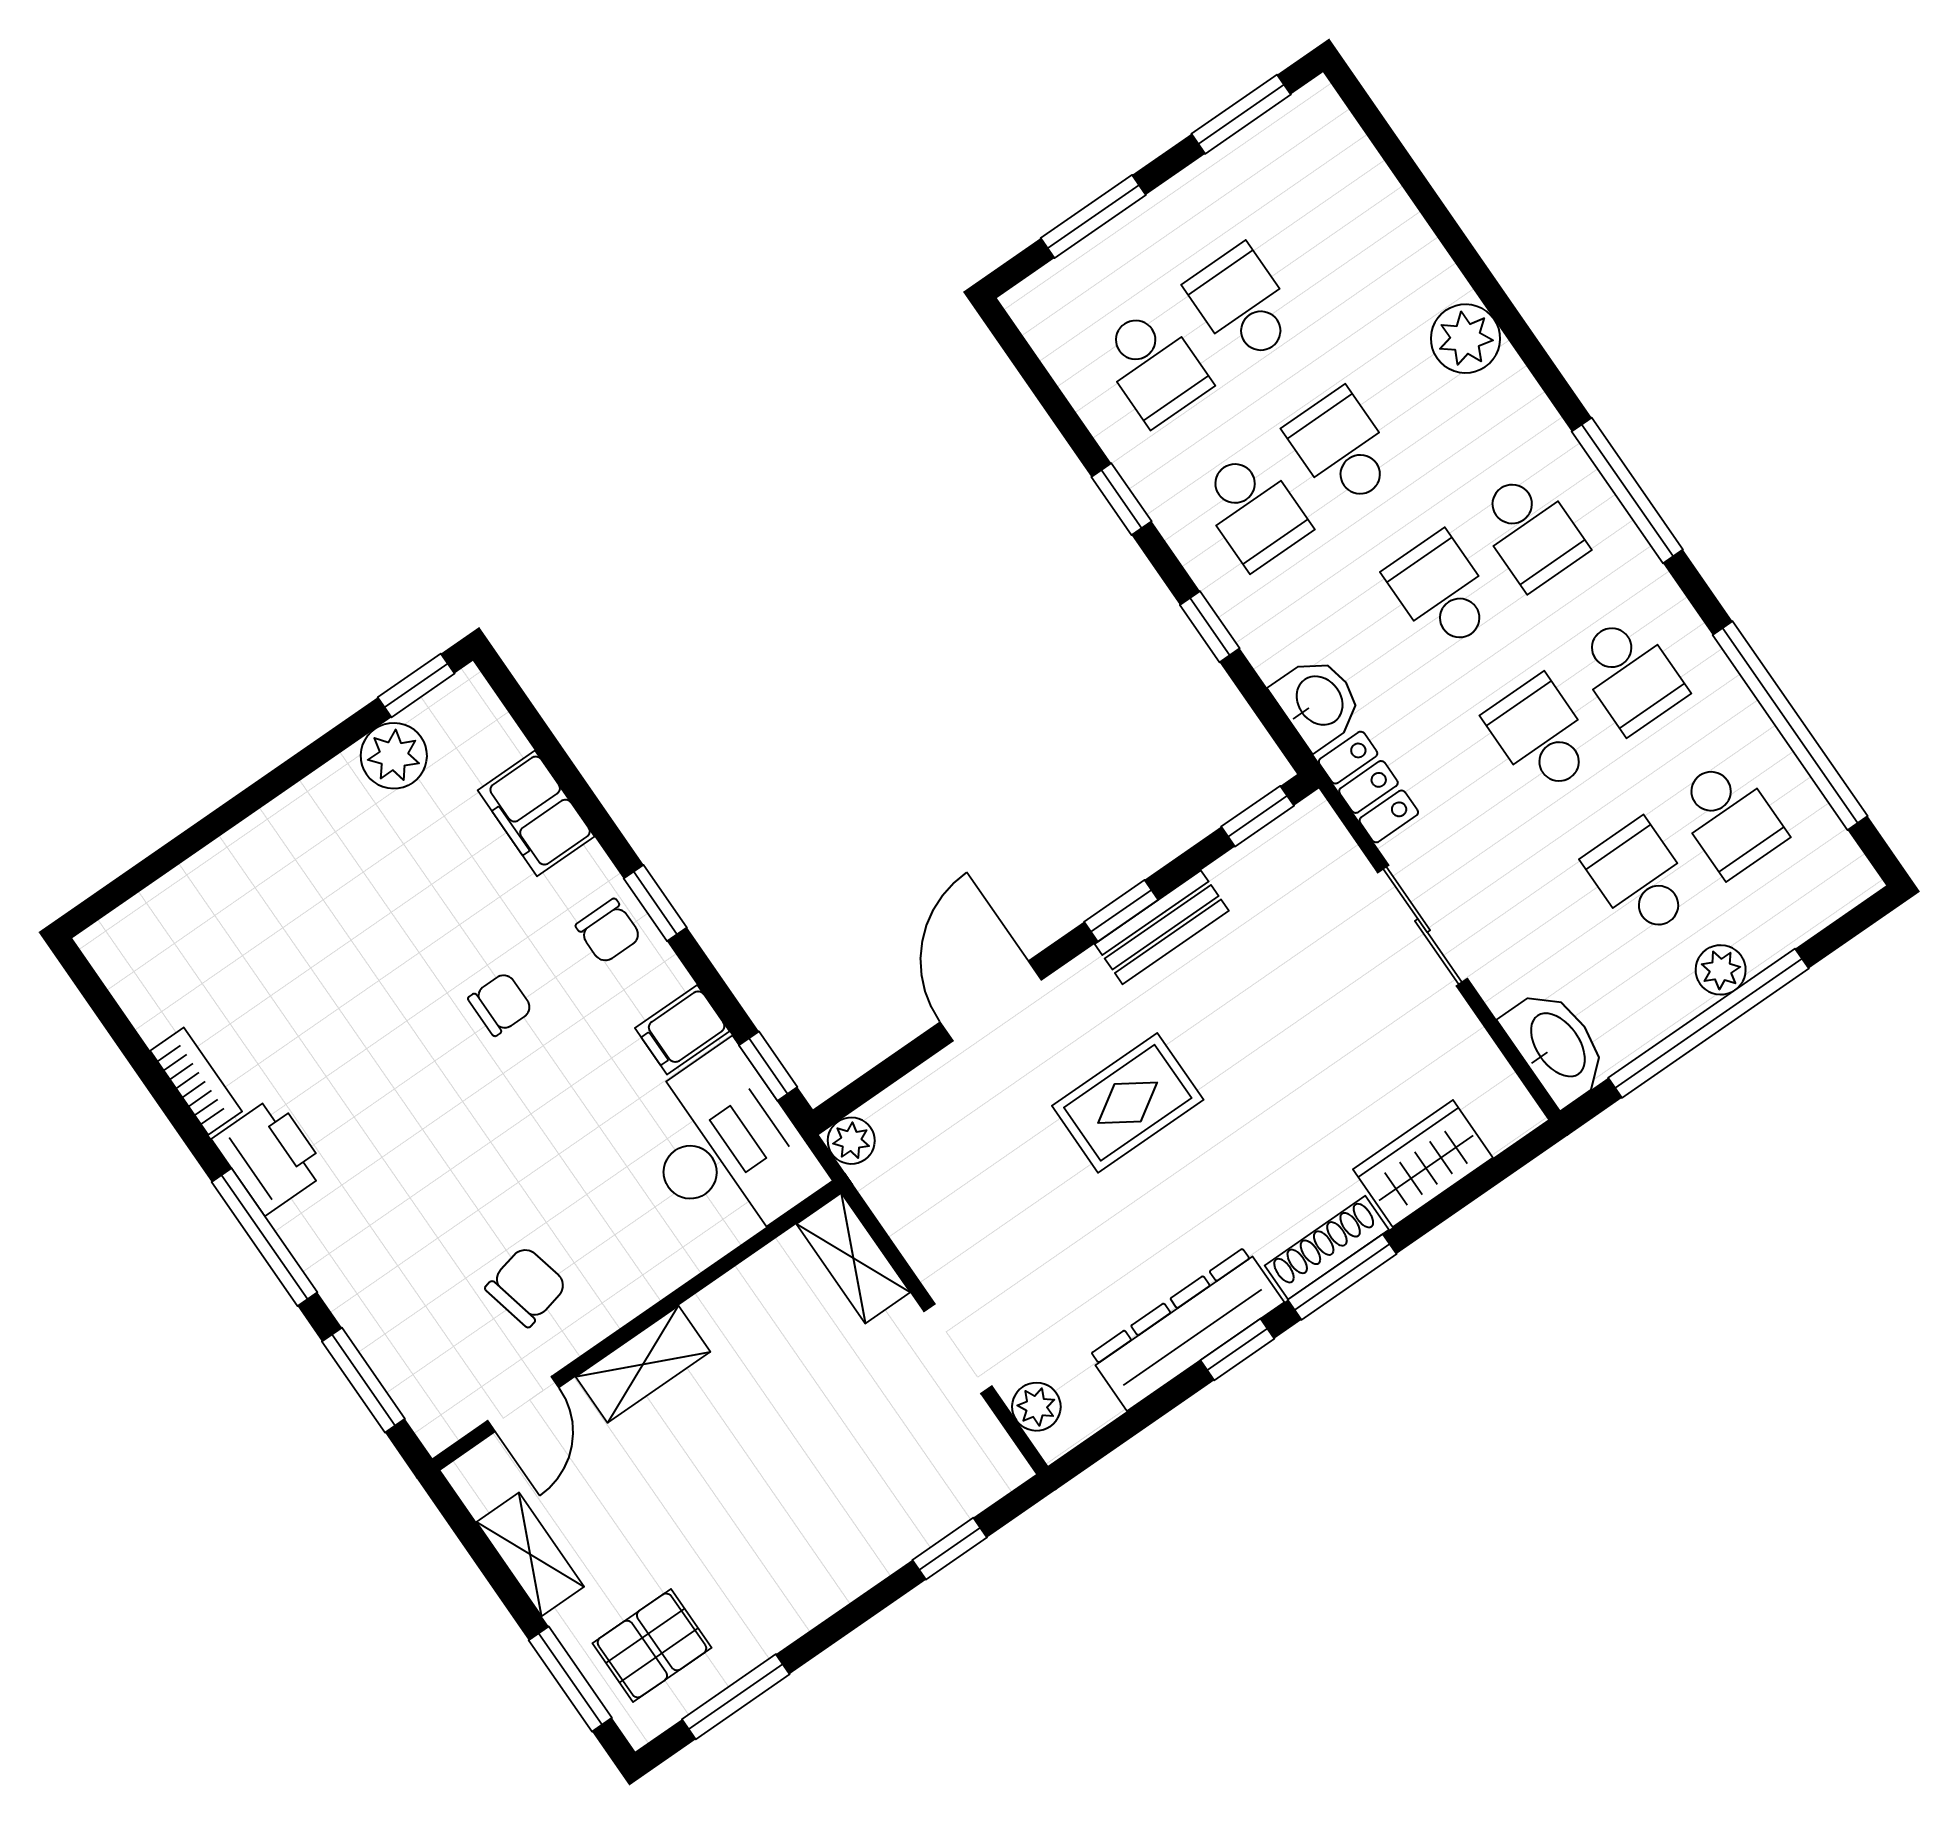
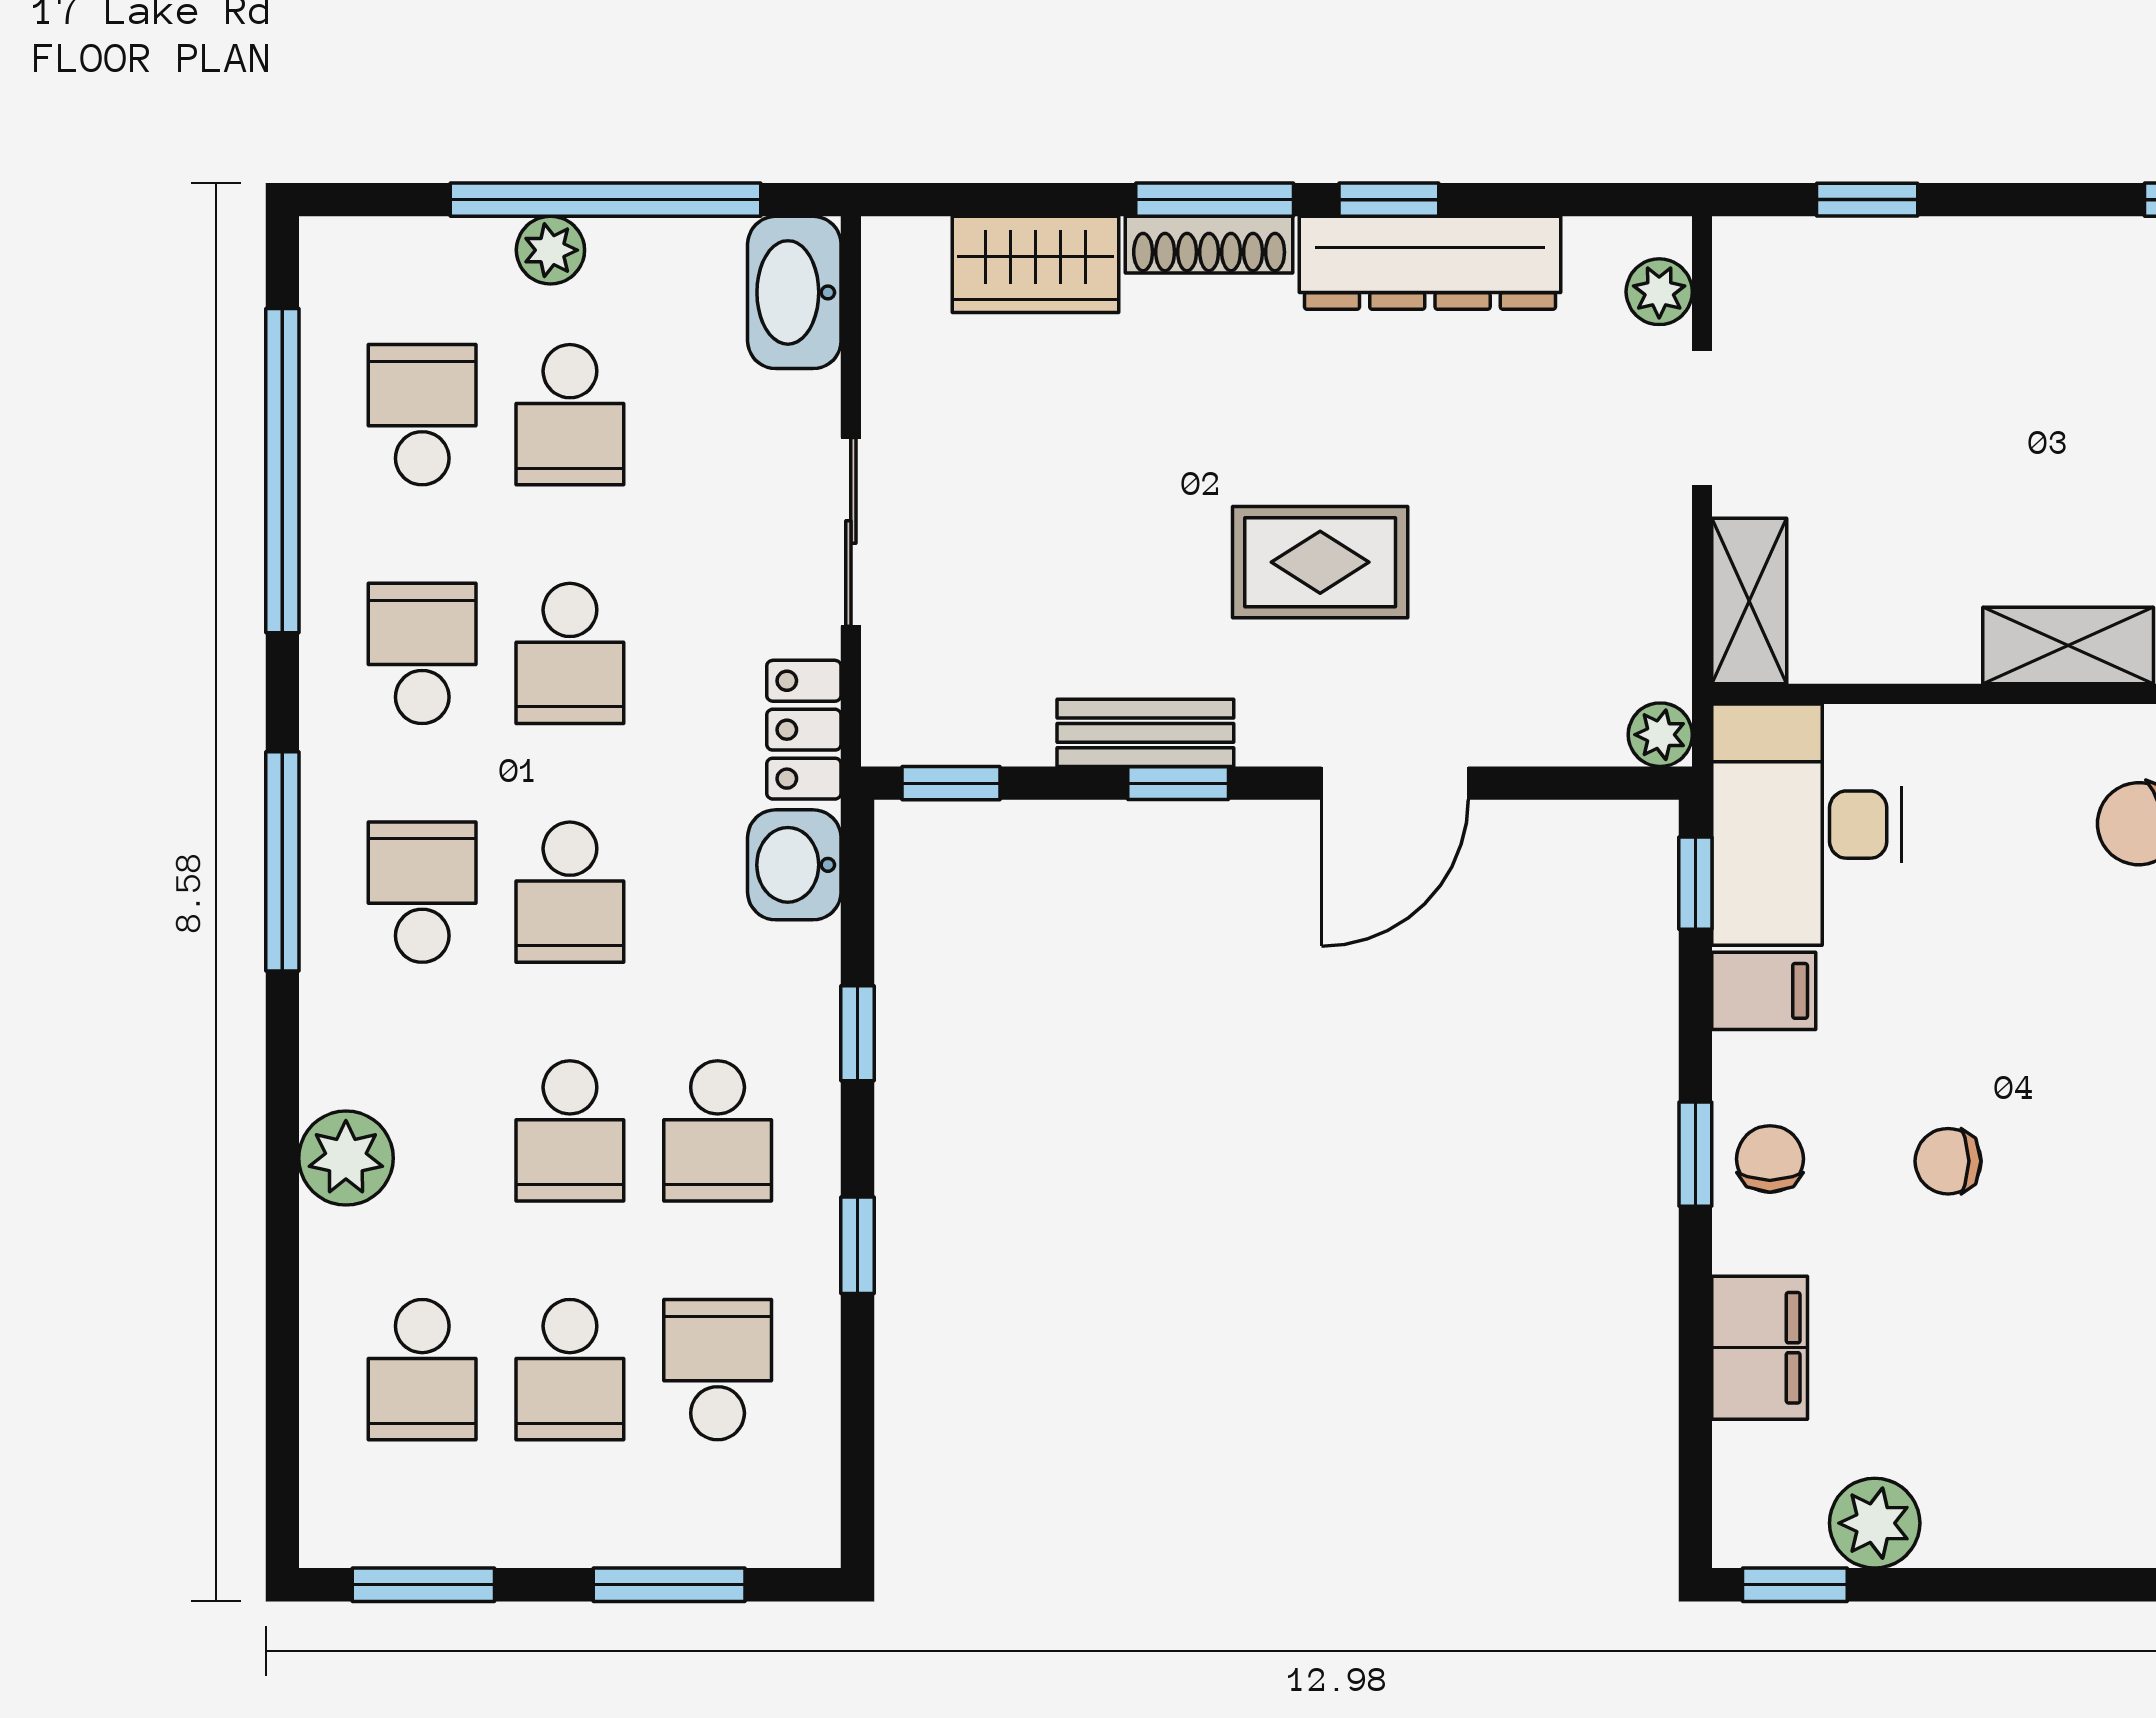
school desk: (1331, 243) -> (422, 1370), added
school desk: (1253, 510) -> (718, 1131), turned 180

